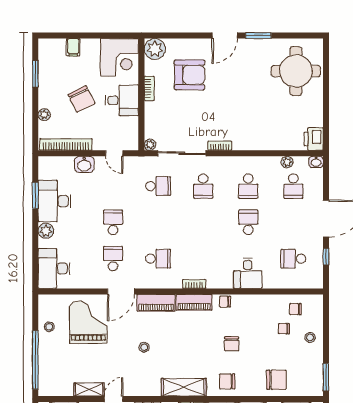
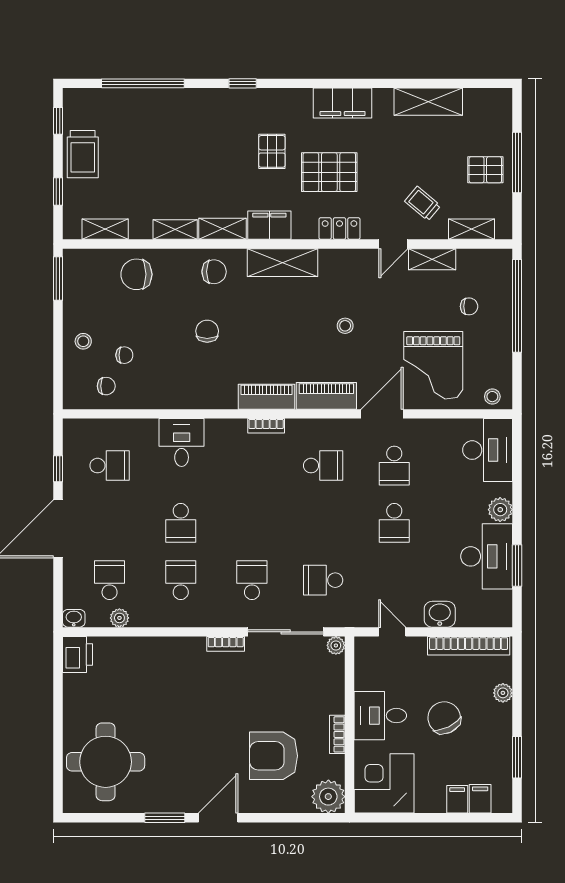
filing cabinet: (59, 48) -> (480, 799), added
school desk: (158, 259) -> (323, 466), turned 180
chair: (225, 302) -> (469, 306), moved
stool: (49, 327) -> (492, 397), moved

